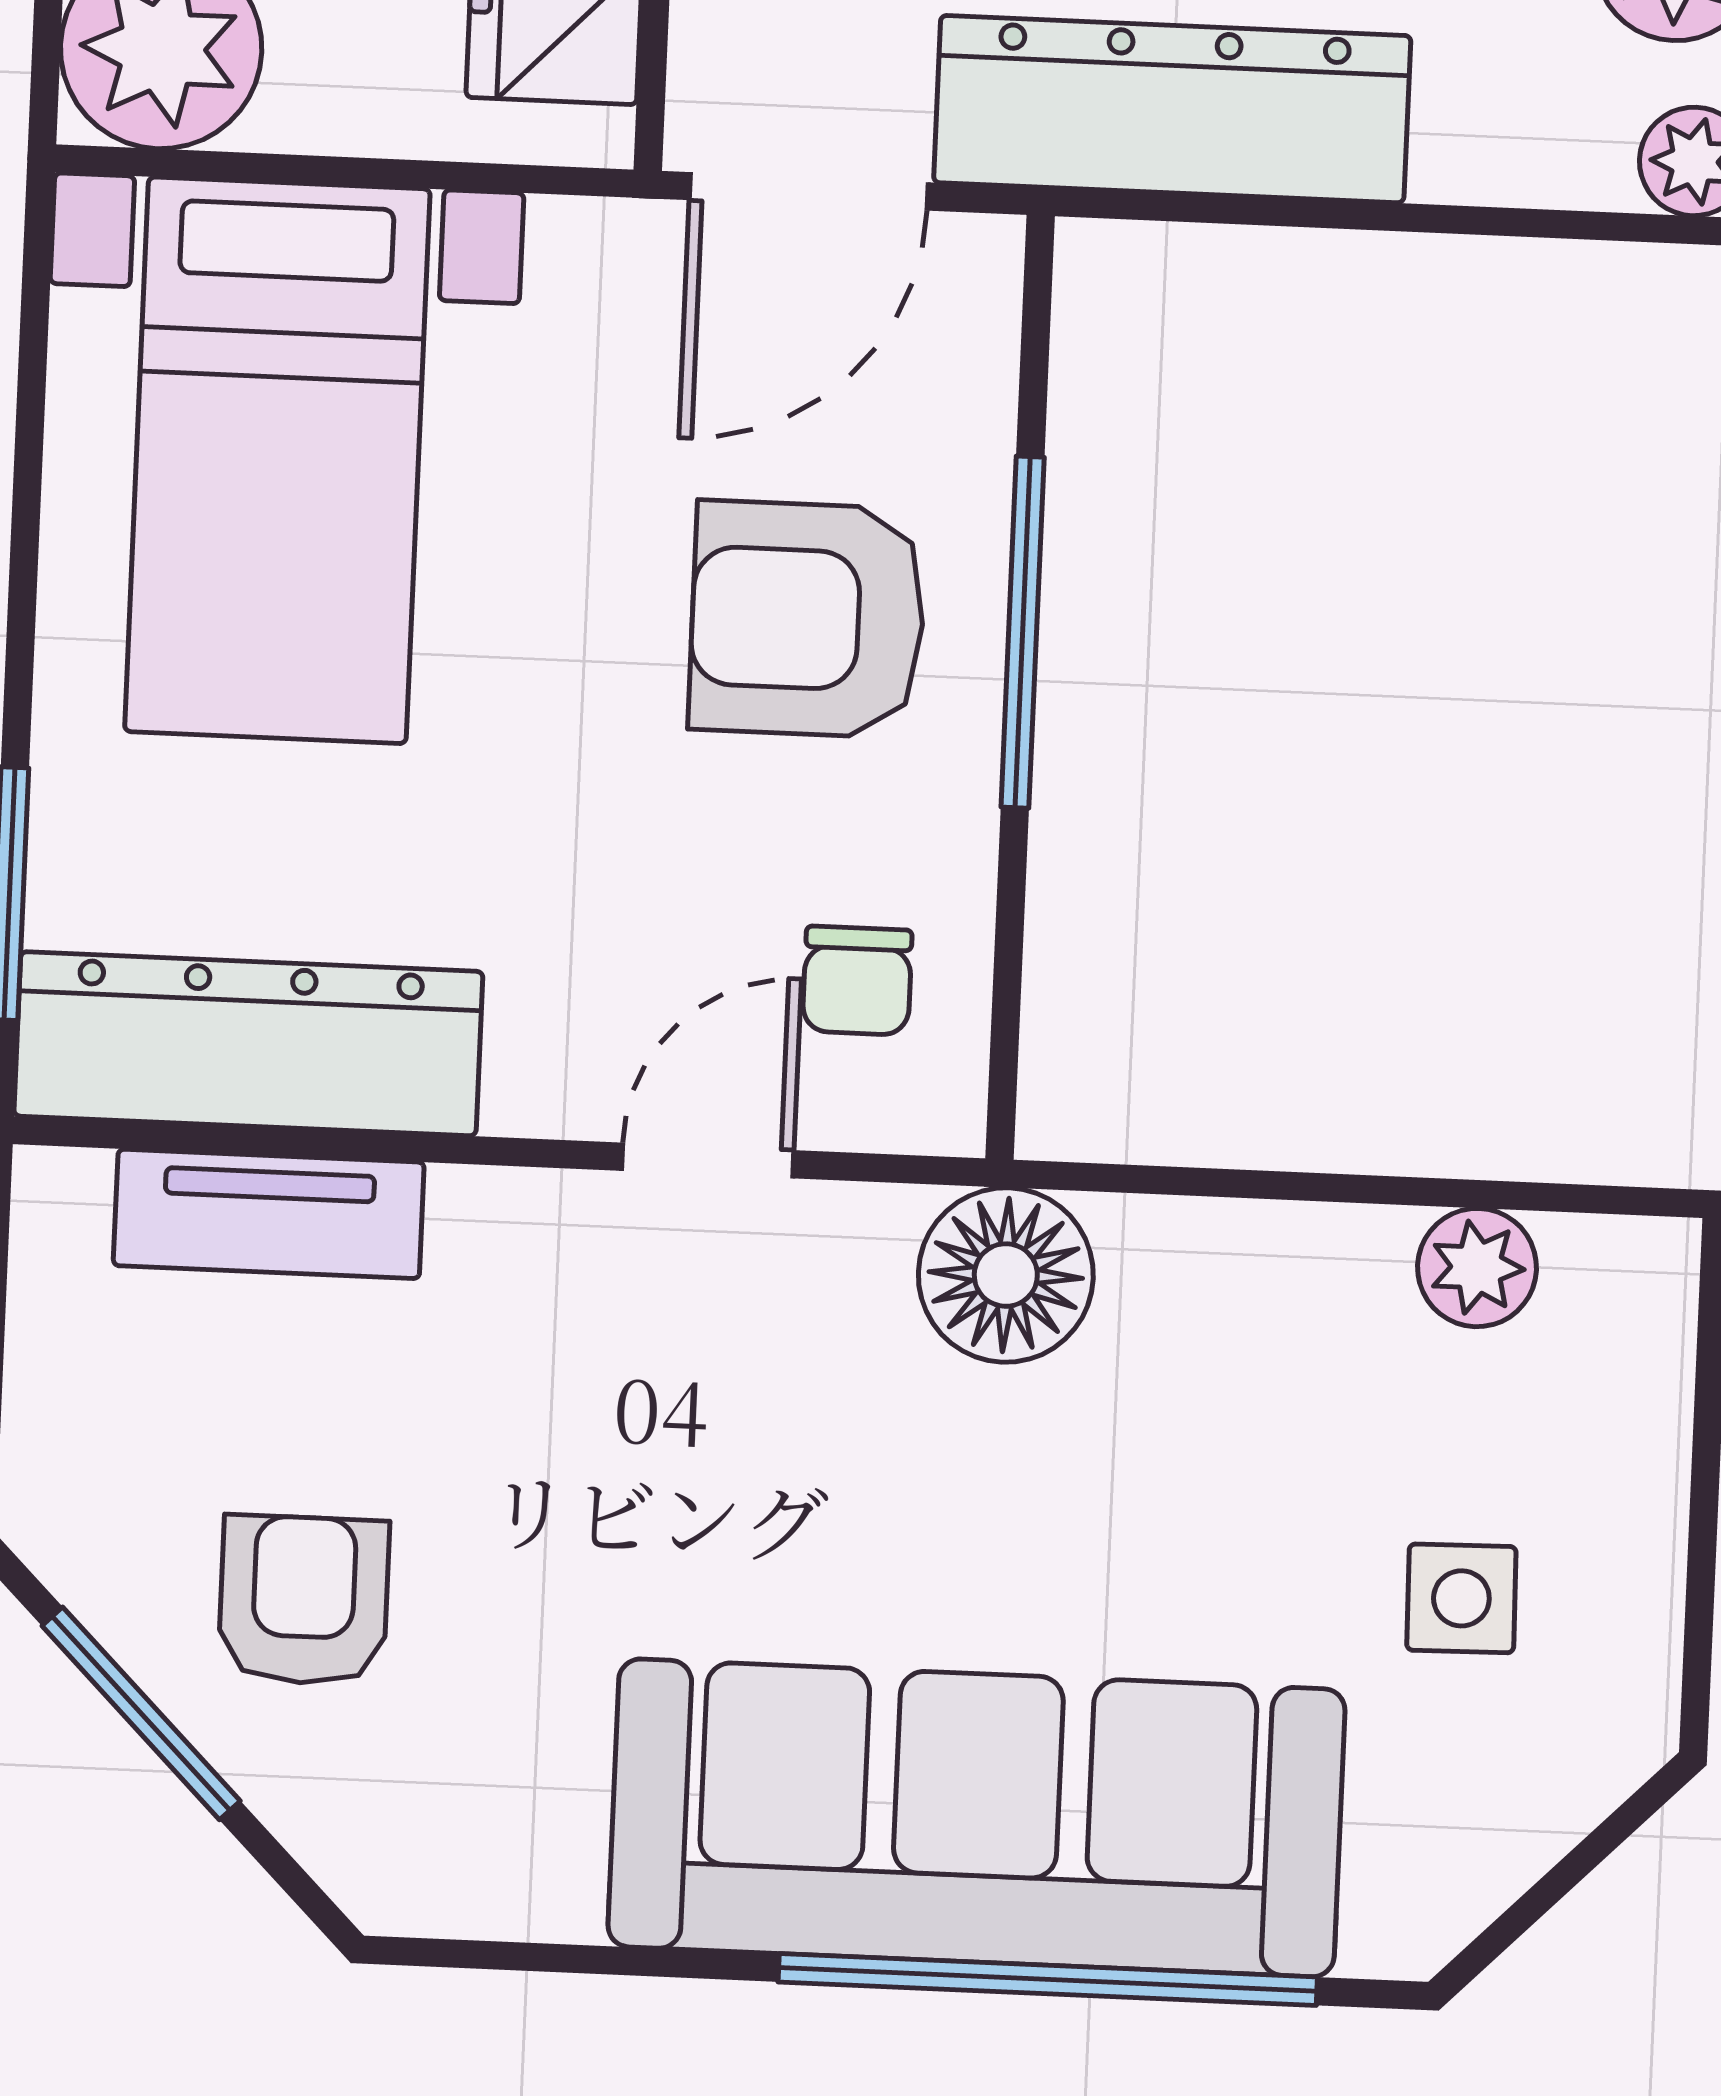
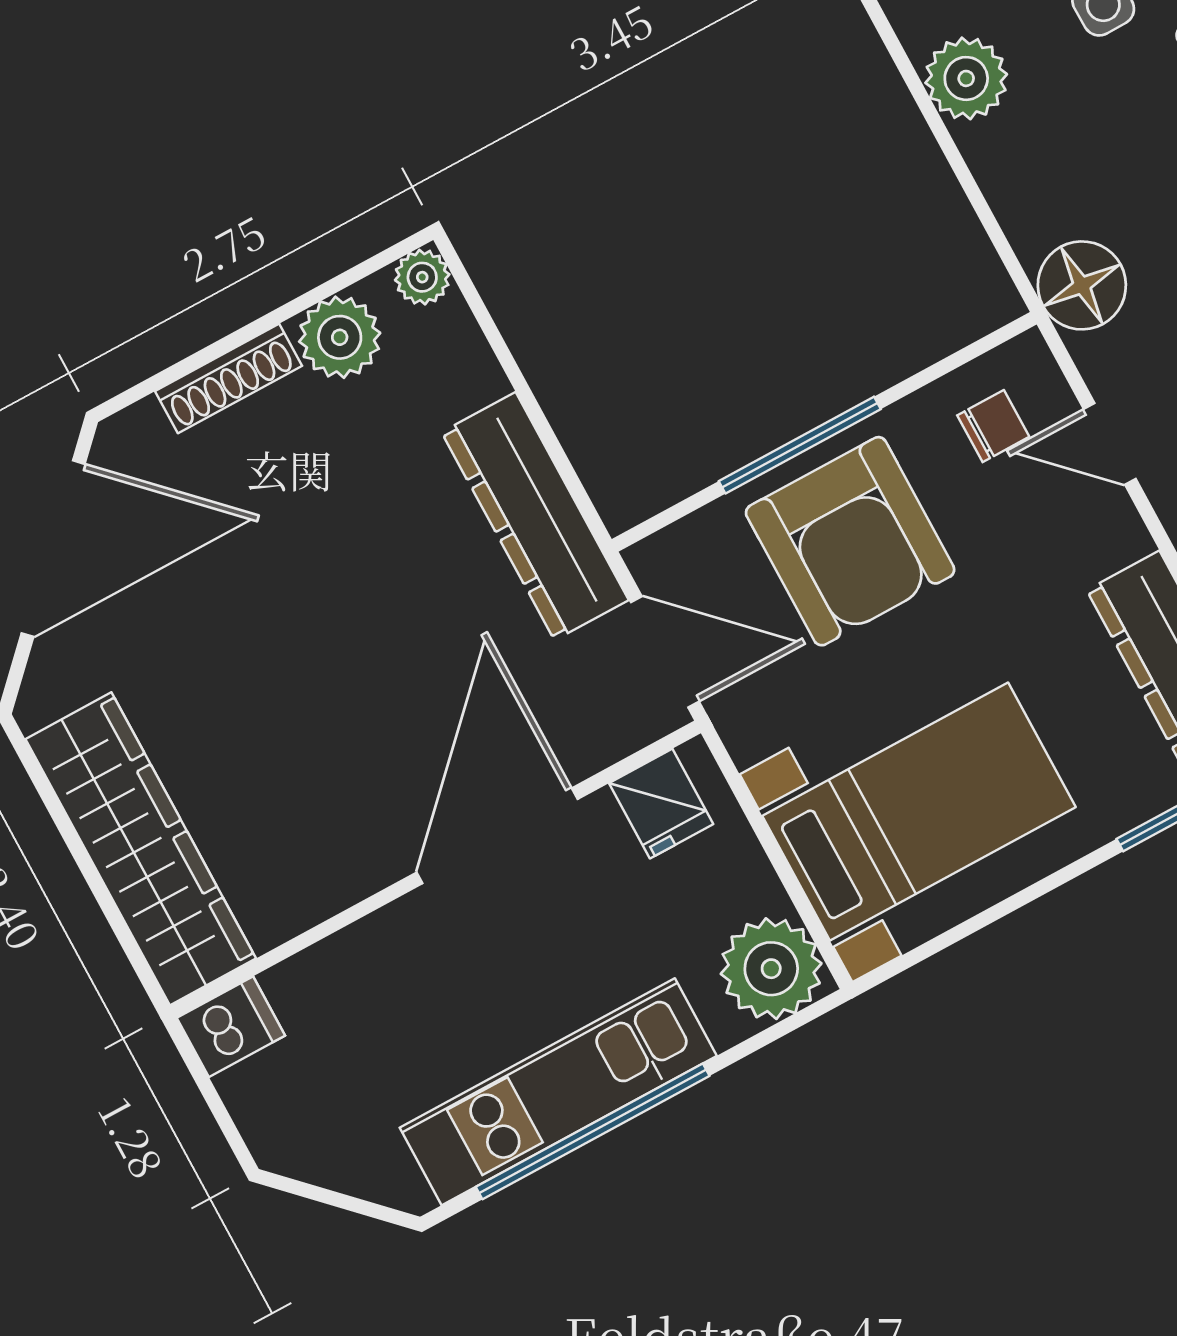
armchair: (808, 619) -> (850, 541), width x1.36, depth x1.36
plant: (1477, 1268) -> (966, 78), width x1.38, depth x1.38

